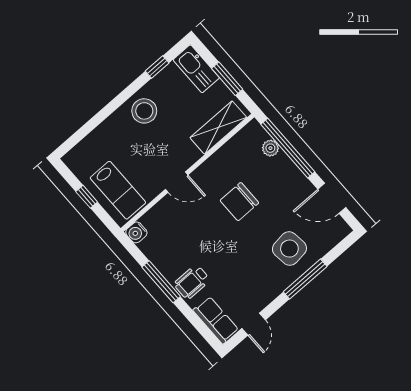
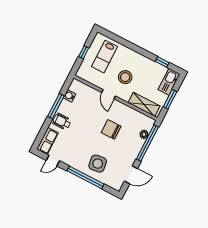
stool: (144, 111) -> (125, 77), moved
lab bench: (118, 190) -> (104, 57), moved
door: (332, 198) -> (131, 175), swing flipped
water cooler: (136, 232) -> (69, 96), moved
window: (305, 279) -> (85, 177), width x1.46

